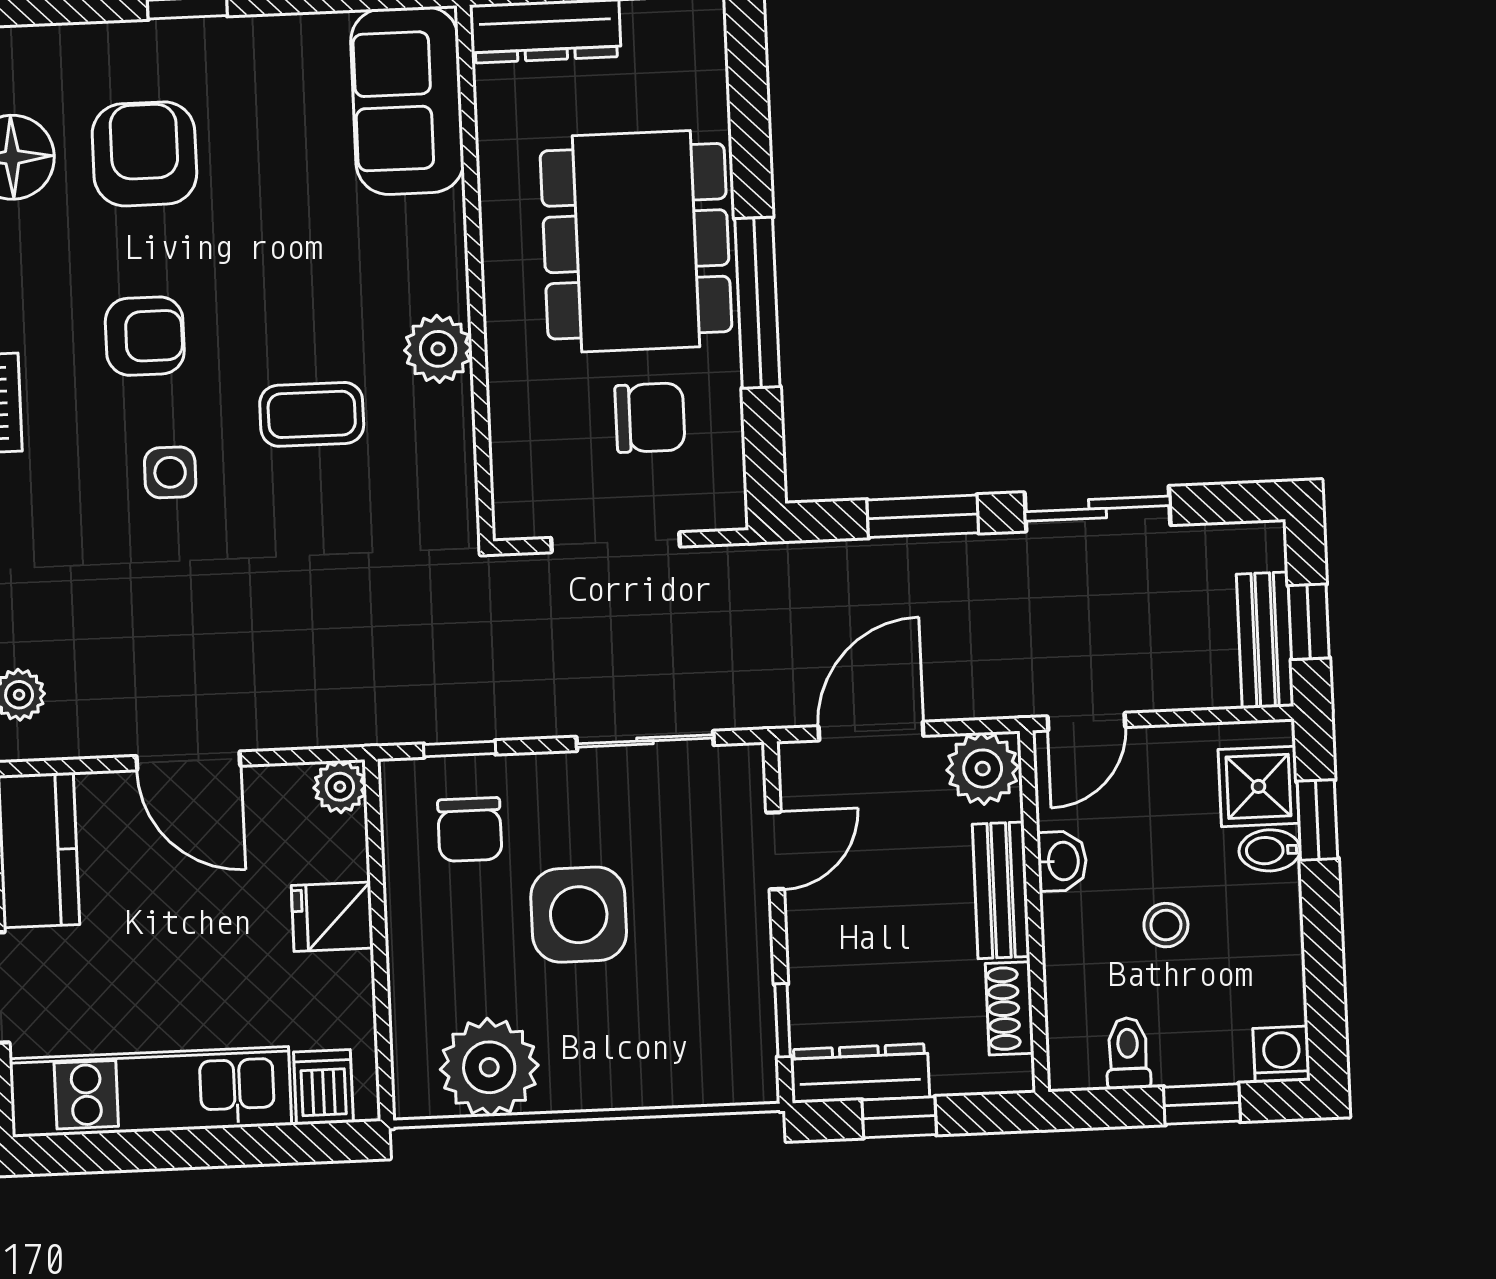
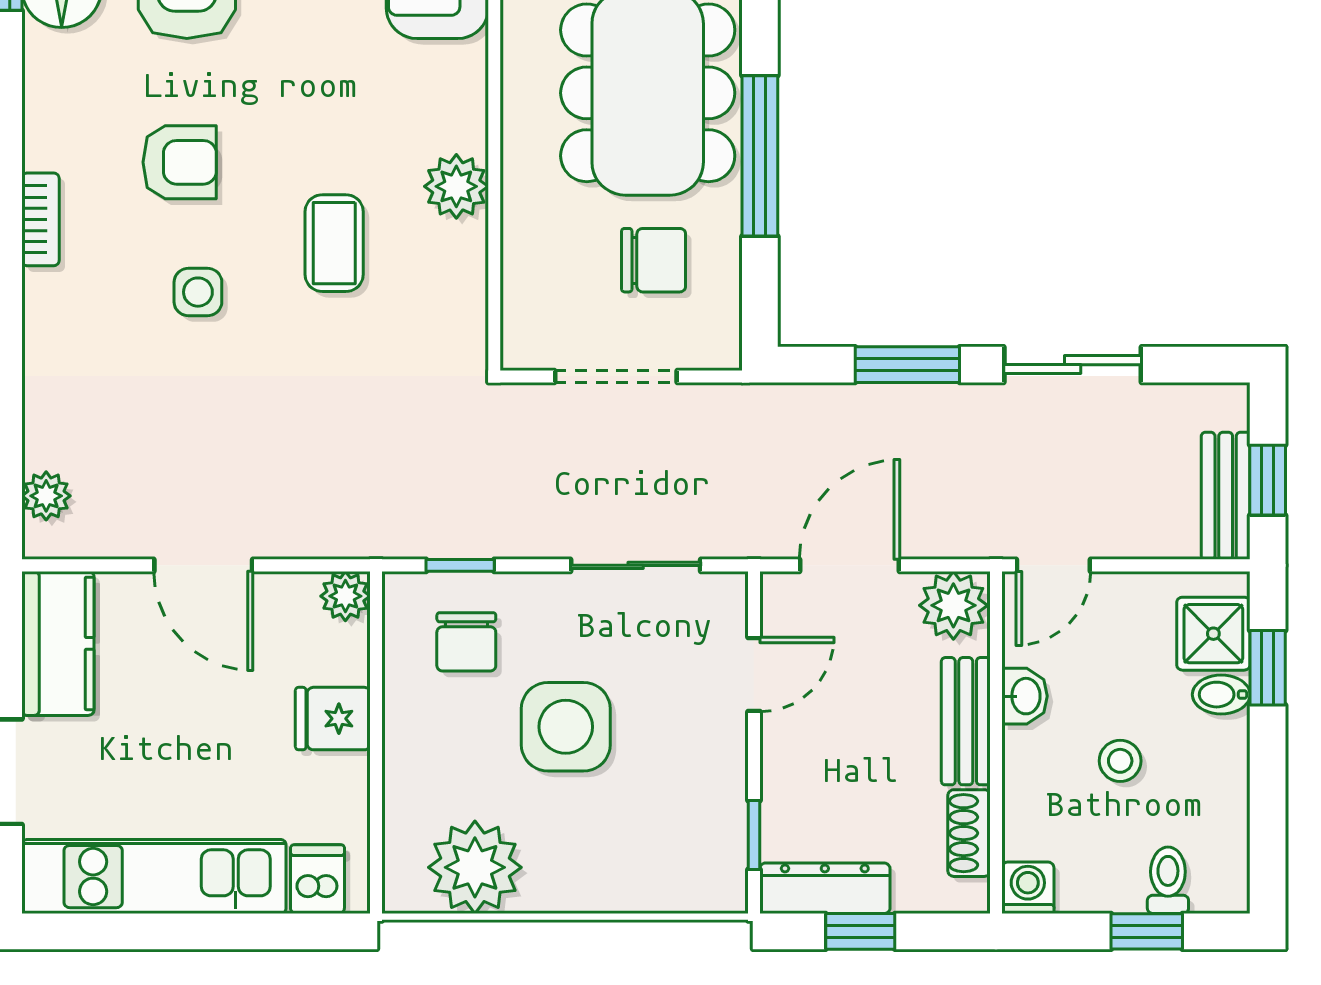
coffee table: (312, 414) -> (334, 243), turned 90
toilet: (1128, 1053) -> (1168, 880), moved
washing machine: (1282, 1054) -> (1028, 888), moved

